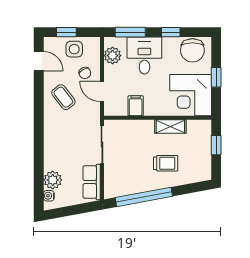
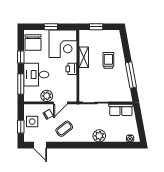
chair: (192, 50) -> (33, 43), turned 90
plant: (113, 56) -> (47, 96), moved
door: (39, 61) -> (40, 145), swing flipped
filing cabinet: (136, 106) -> (70, 80), removed
printer: (153, 108) -> (71, 69), added
plant: (53, 180) -> (99, 136), moved
window: (144, 197) -> (131, 75), width x0.68

